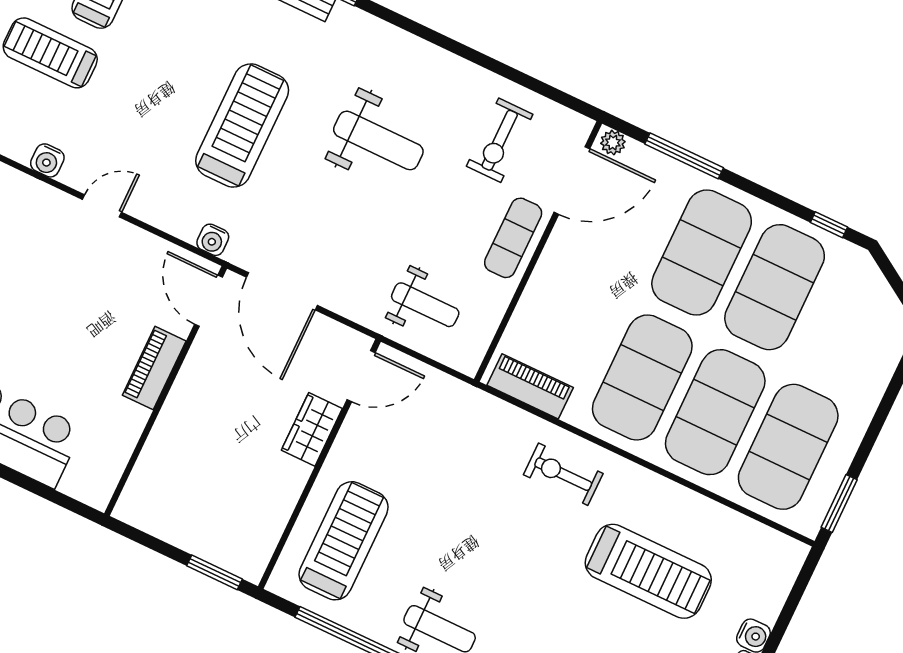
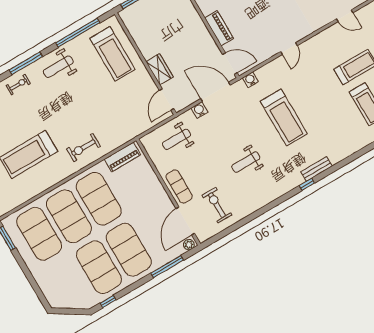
weight bench: (378, 140) -> (246, 162), width x0.73, depth x0.75
water cooler: (47, 160) -> (199, 110), moved
exercise bike: (563, 474) -> (83, 148), turned 180

